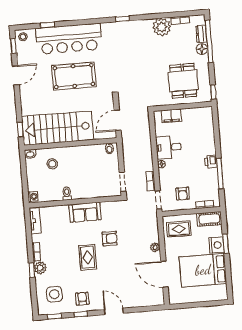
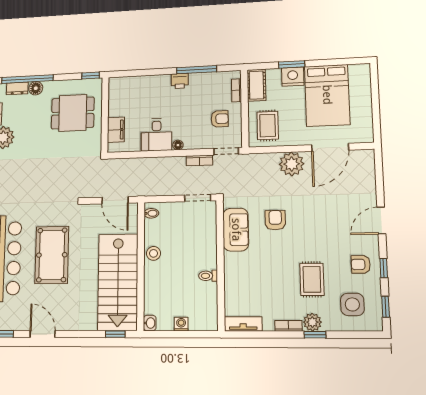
stool: (52, 164) -> (154, 253), moved
washing machine: (33, 197) -> (181, 324), moved
sofa: (85, 212) -> (236, 230), moved
plant: (155, 247) -> (292, 164), width x1.88, depth x1.88
rug: (88, 257) -> (312, 279), moved, turned 90

